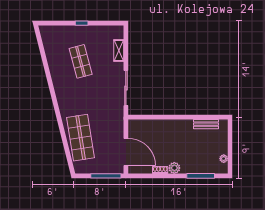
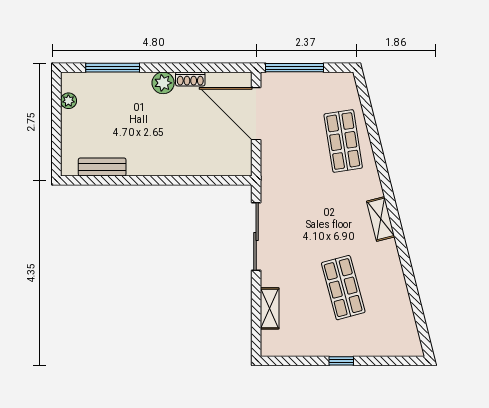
shelving: (61, 97) -> (381, 219), added
shop shelf: (81, 138) -> (343, 141), width x0.70, depth x0.74

